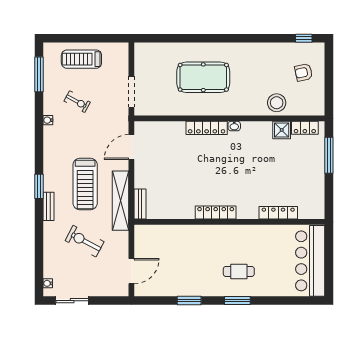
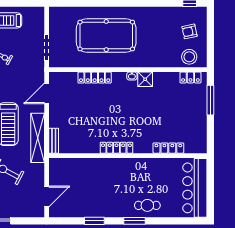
pool table: (203, 77) -> (106, 36), width x1.36, depth x1.32
stool: (277, 103) -> (189, 57), moved
locker: (207, 128) -> (95, 78), moved
shower: (282, 130) -> (145, 79), moved
cafe table: (239, 271) -> (147, 205), moved

